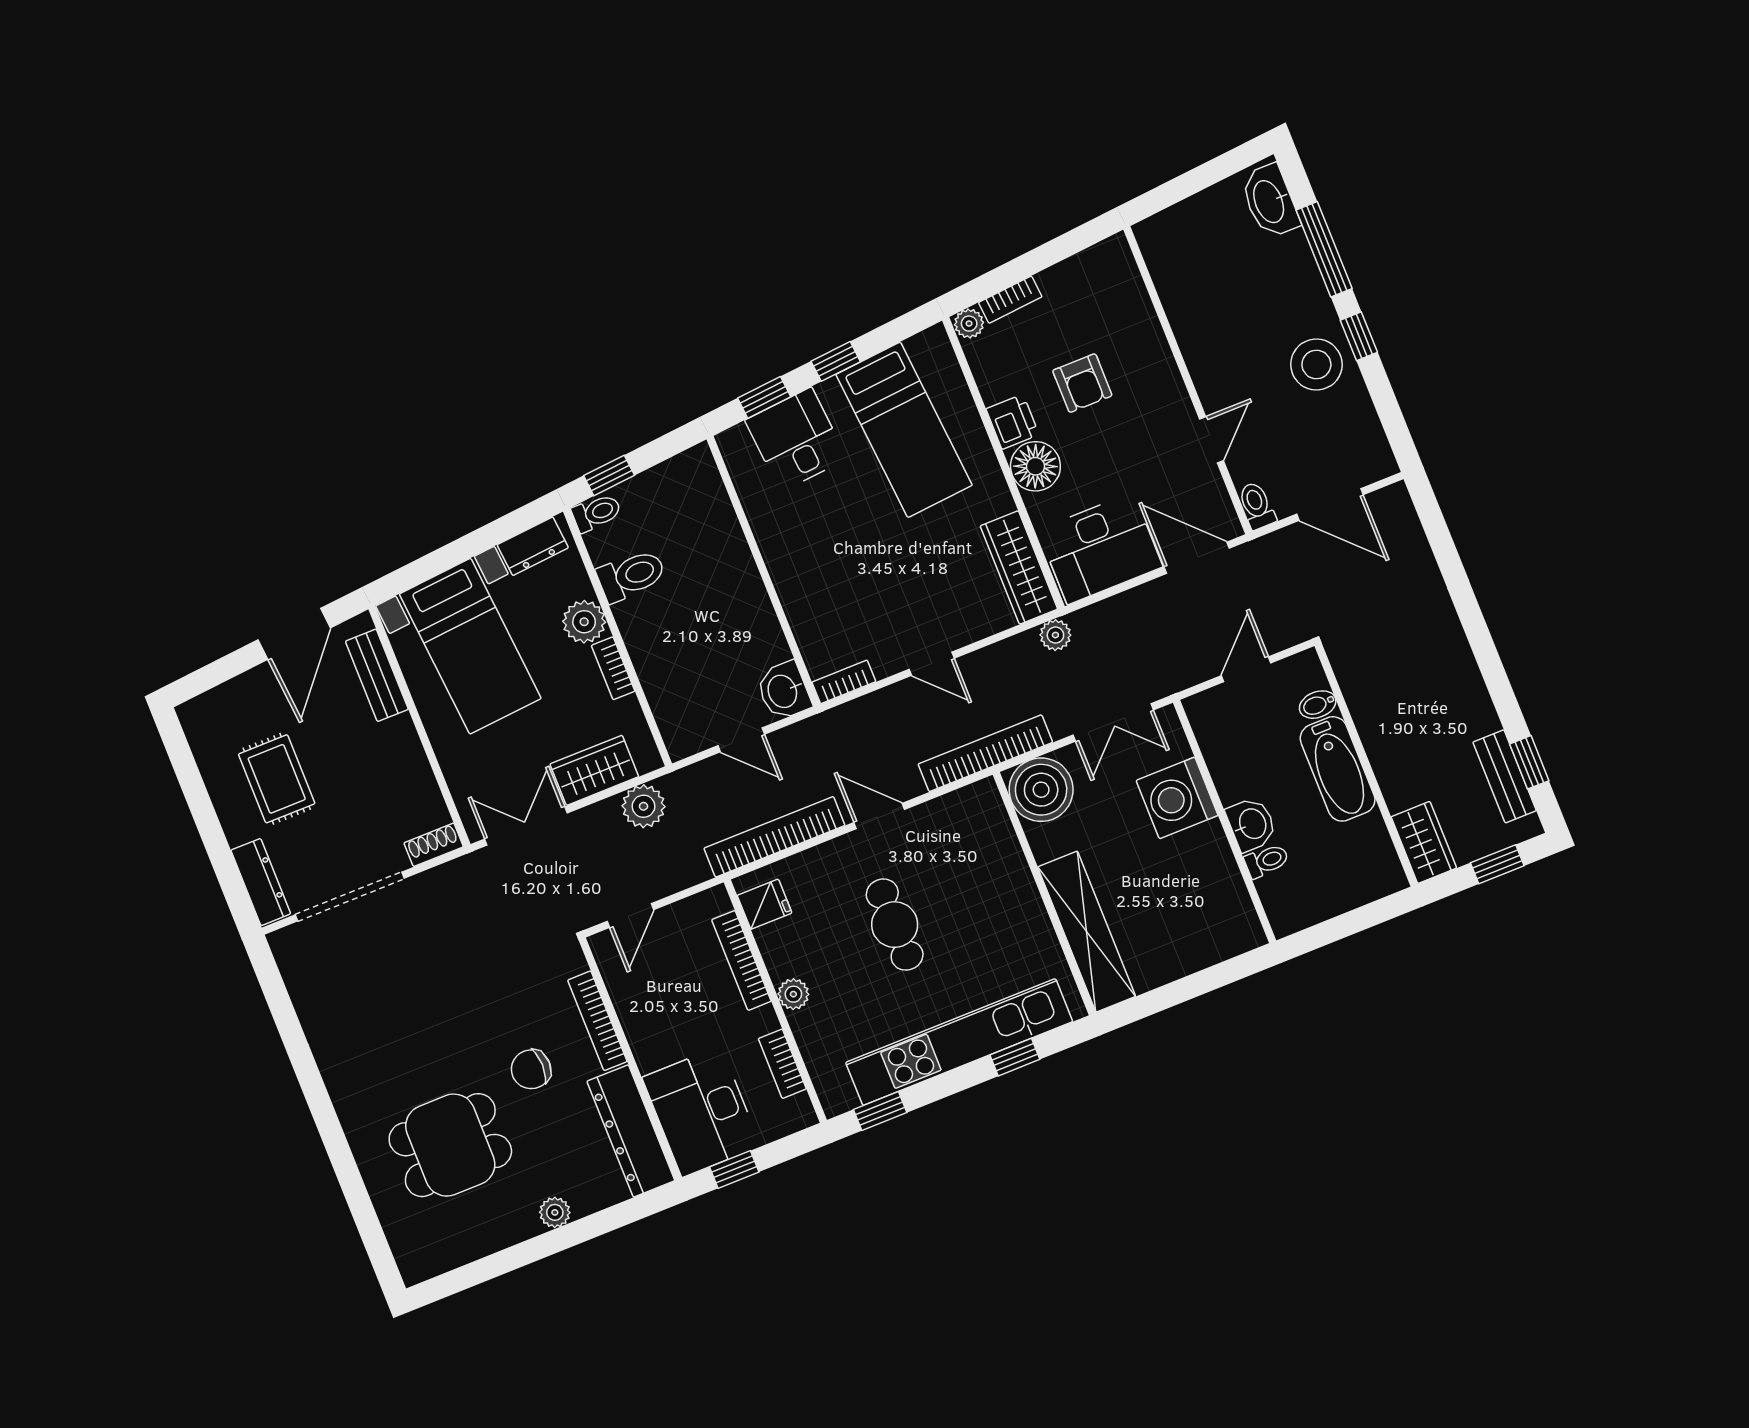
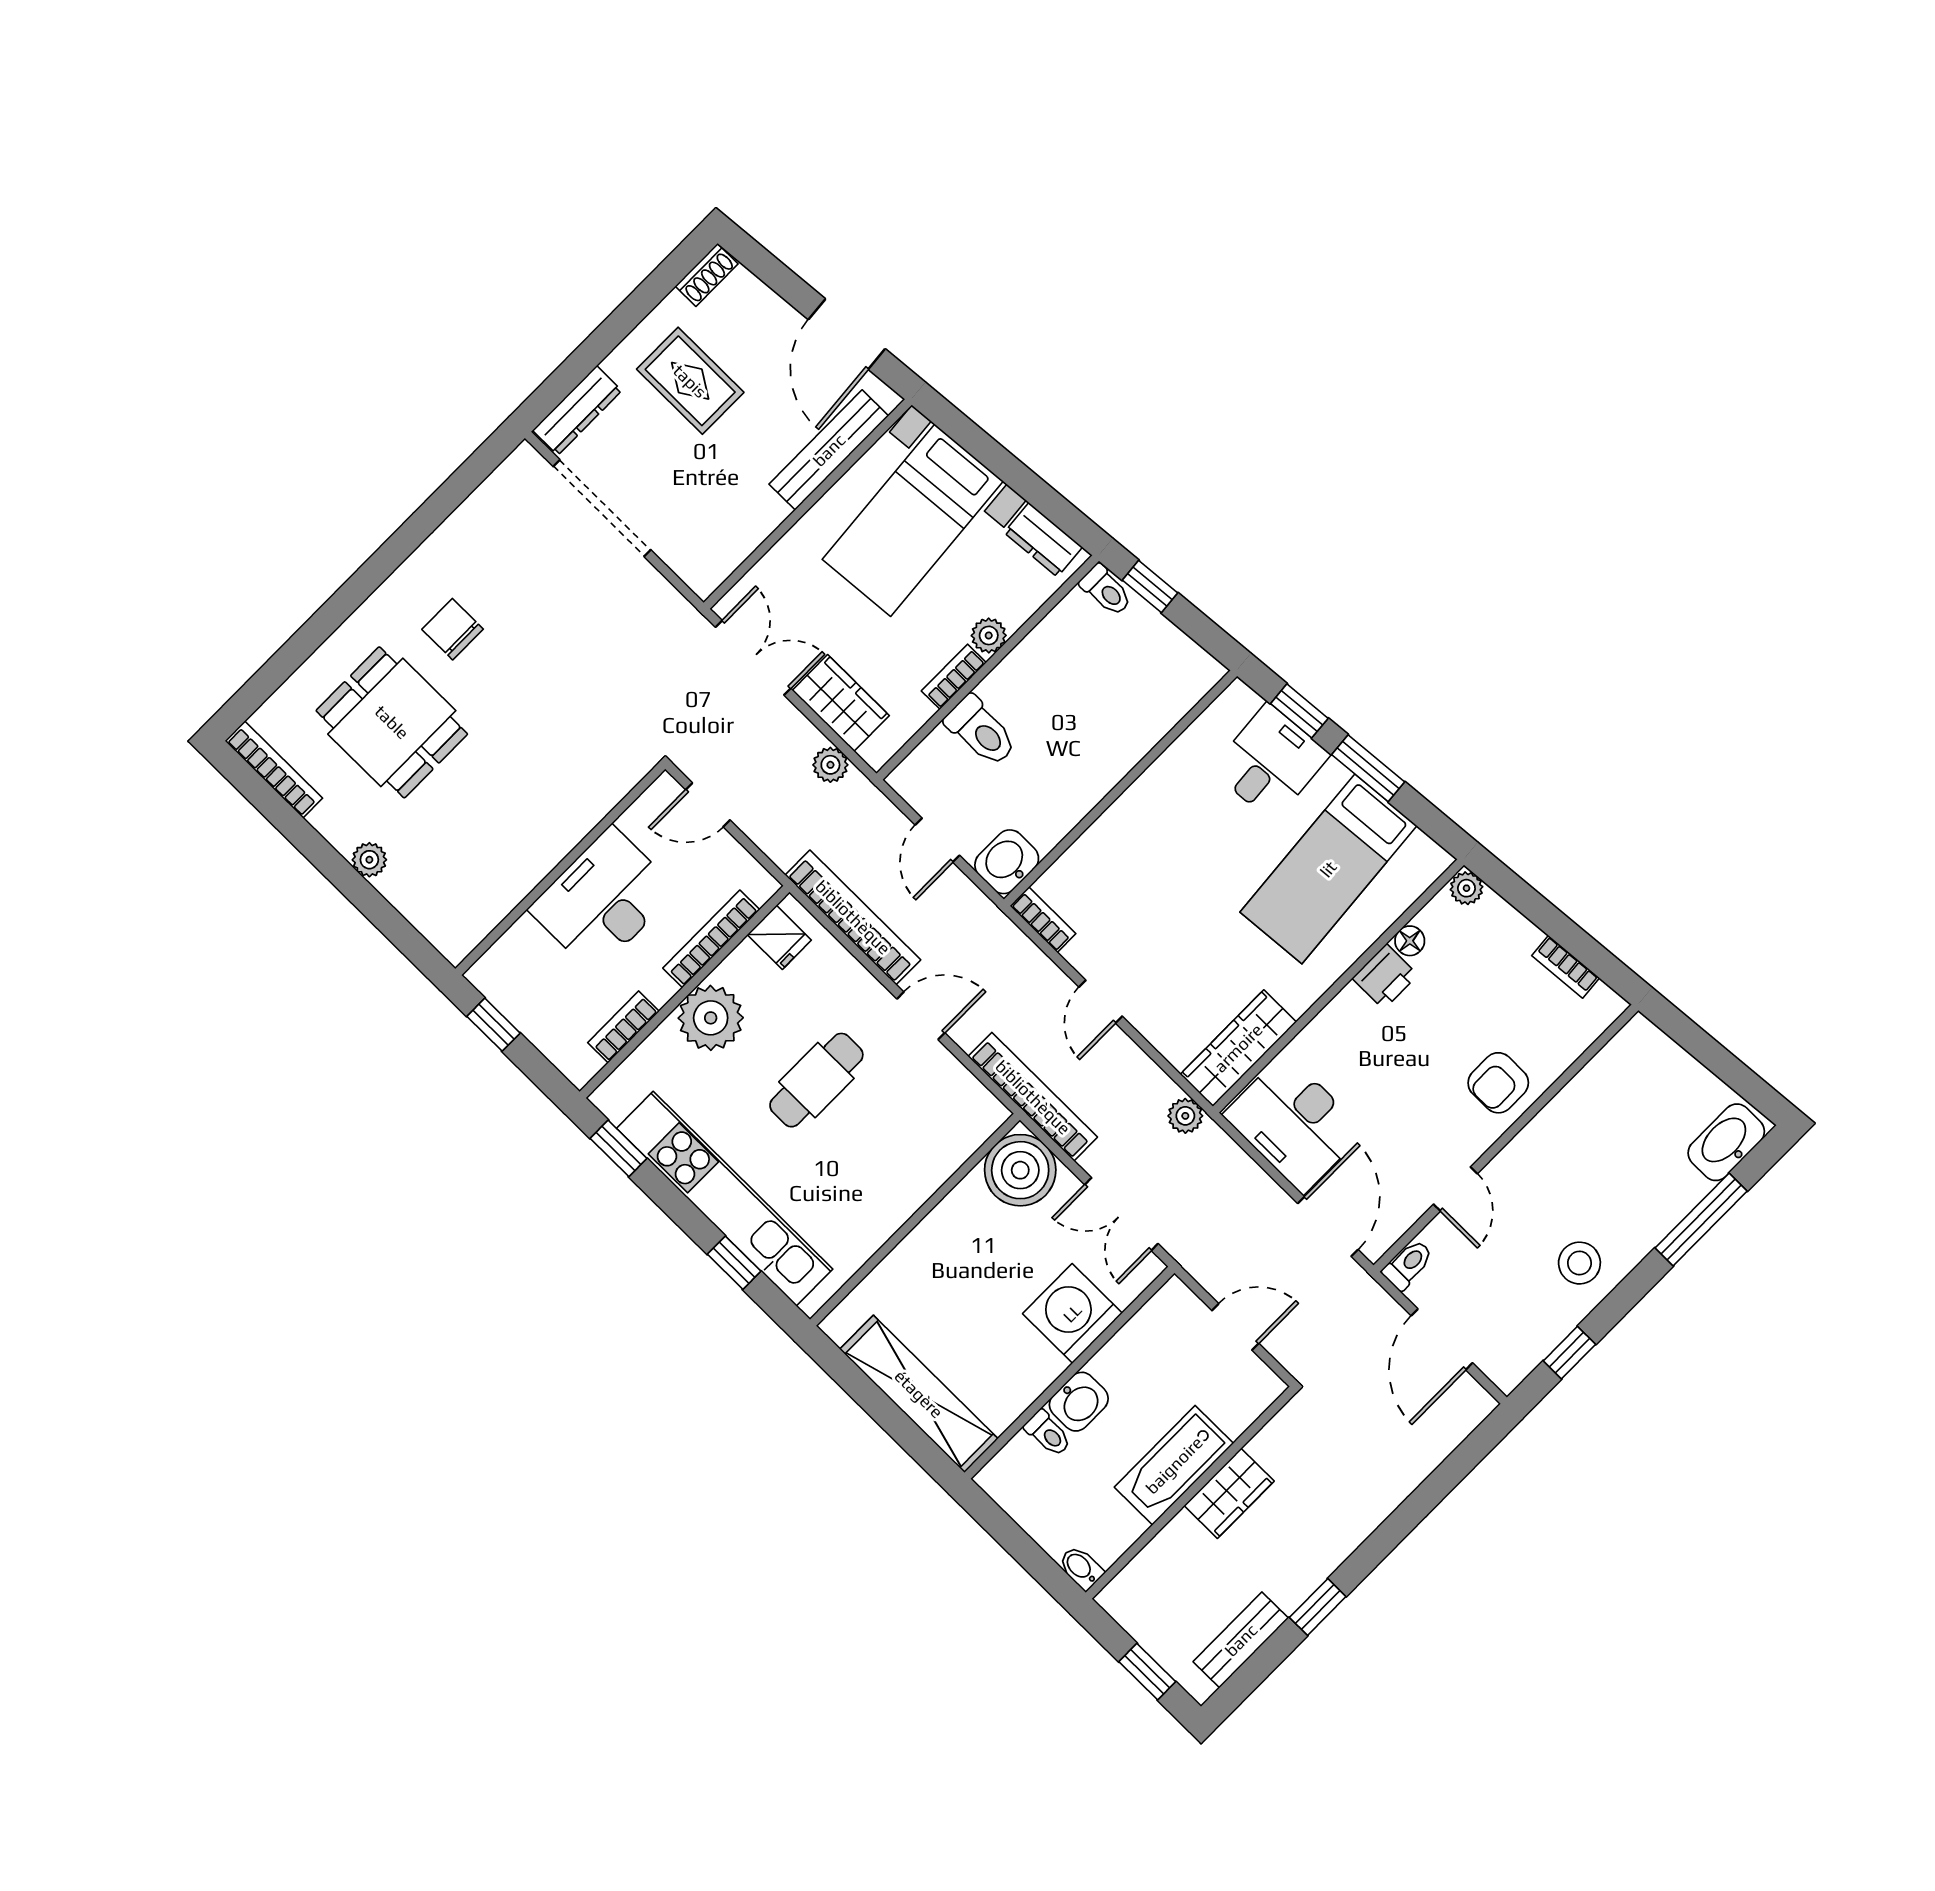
bookcase: (1010, 300) -> (1566, 967), moved
window: (1359, 336) -> (1569, 1353), moved
window: (836, 361) -> (1368, 768), width x1.50
stool: (1316, 365) -> (1579, 1263), width x0.73, depth x0.73
armchair: (1082, 383) -> (1498, 1083), moved
door: (1212, 440) -> (1455, 1189), hinge flipped
floor lamp: (1035, 466) -> (1410, 941), moved, width x0.53, depth x0.53
toilet: (631, 575) -> (981, 731), moved
plant: (584, 622) -> (989, 635), width x0.73, depth x0.73
door: (294, 634) -> (847, 334), hinge flipped
bench: (377, 675) -> (829, 450), width x1.36
bidet: (1318, 705) -> (1081, 1568), moved
window: (1529, 762) -> (1318, 1607), moved
rug: (277, 779) -> (690, 381), turned 90
plant: (644, 806) -> (830, 765), width x0.73, depth x0.73
door: (879, 816) -> (921, 1016), hinge flipped
wardrobe: (1424, 842) -> (1229, 1493), moved
shoe rack: (434, 845) -> (707, 275), moved, turned 90
shelving: (1087, 932) -> (919, 1394), moved, turned 90
plant: (793, 994) -> (711, 1018), width x1.88, depth x1.88
bookcase: (597, 1021) -> (274, 770), moved, turned 90
chair: (531, 1069) -> (453, 629), moved
desk: (701, 1112) -> (603, 900), moved
dresser: (631, 1131) -> (487, 901), removed

